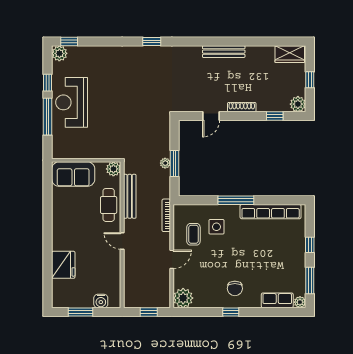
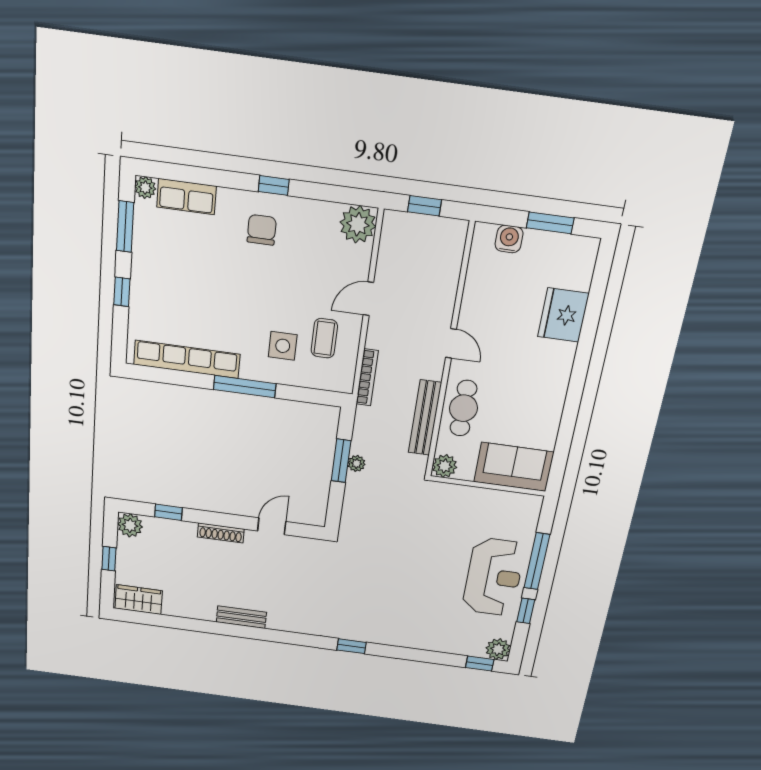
bench: (224, 52) -> (241, 617), width x0.73

